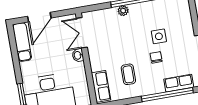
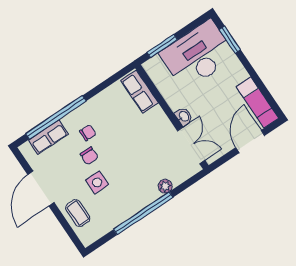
plant: (123, 11) -> (165, 186), moved
coffee table: (128, 74) -> (78, 213), moved
chair: (150, 74) -> (88, 133), added

